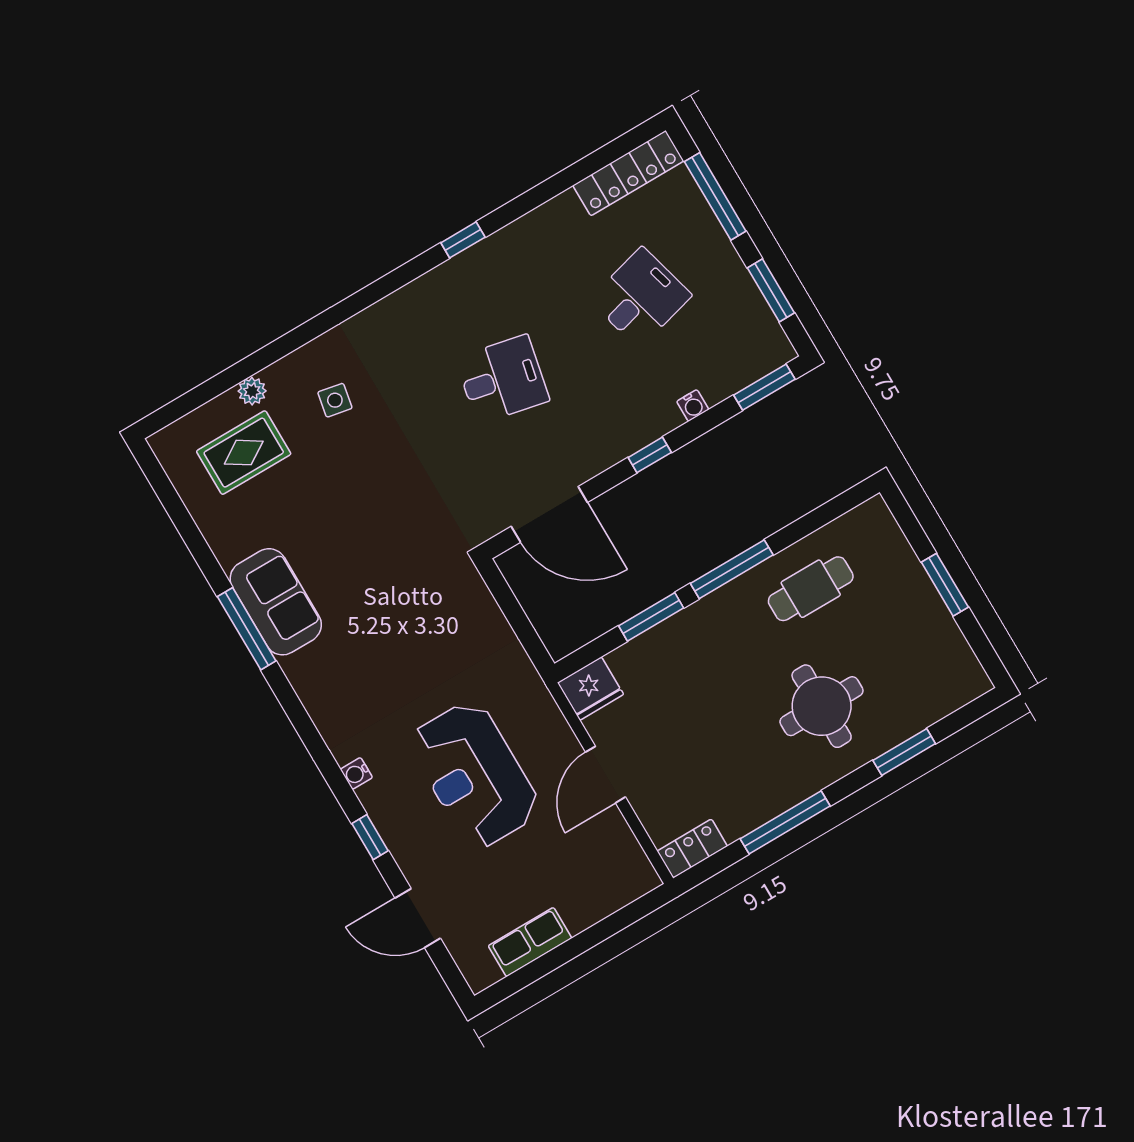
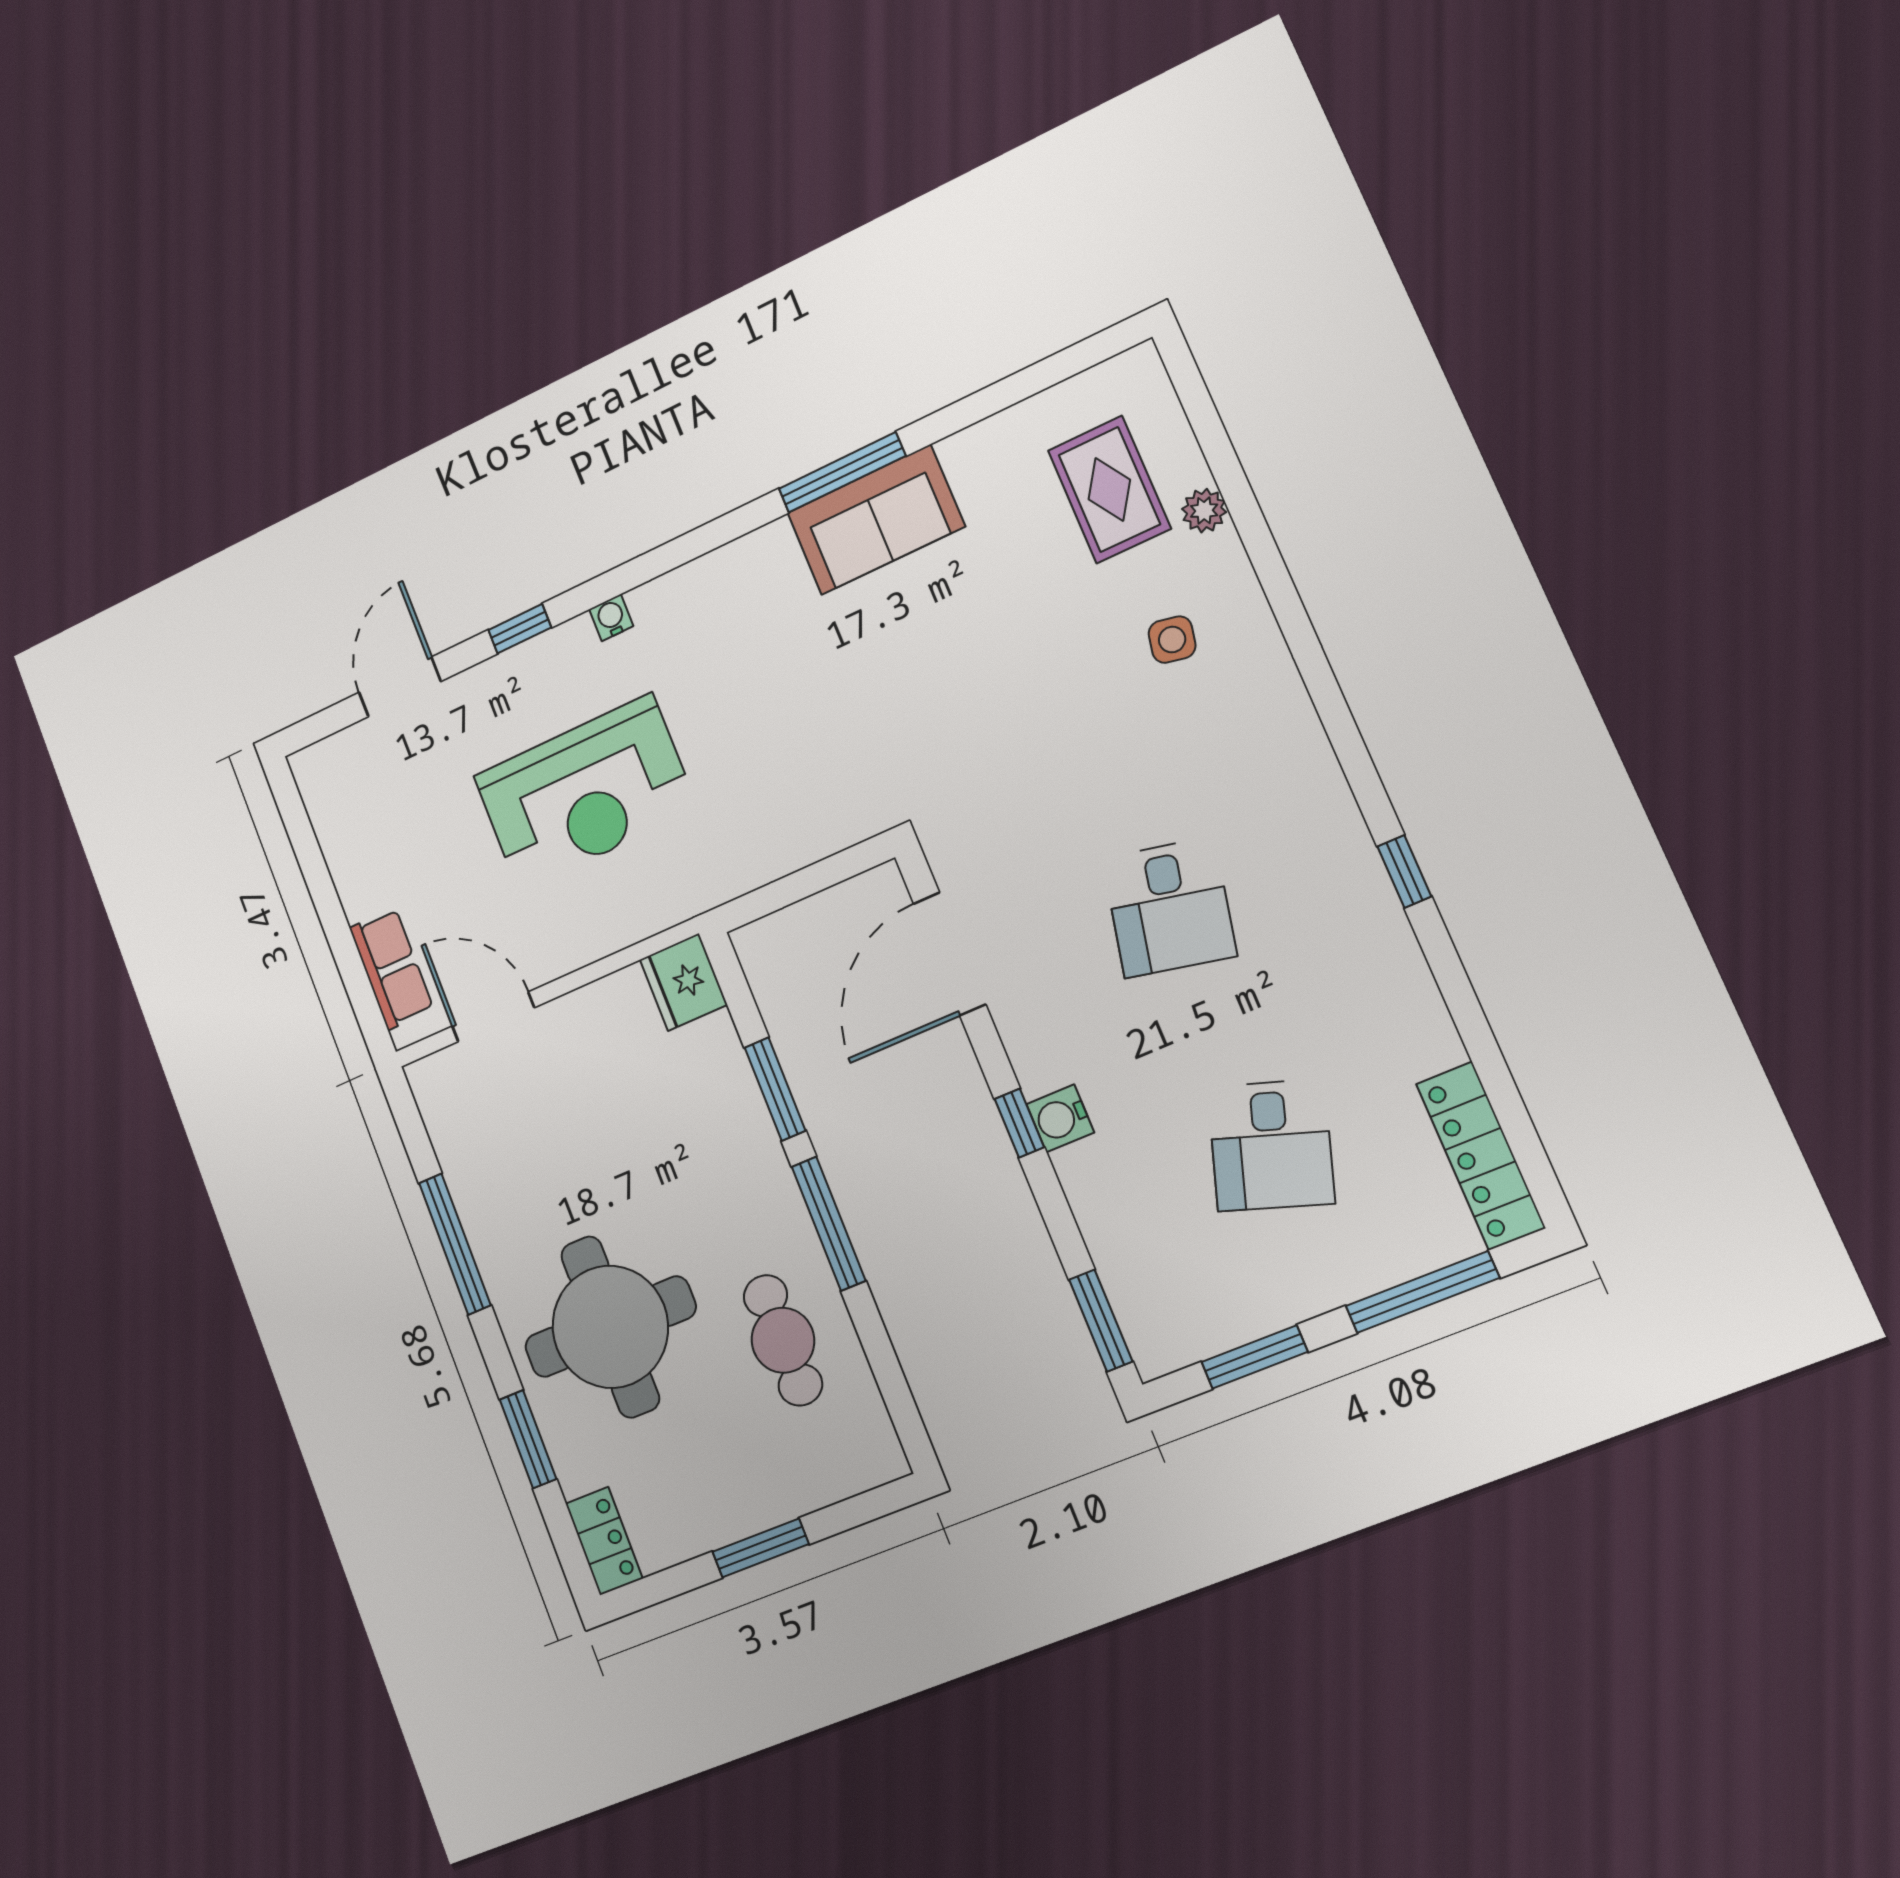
desk: (640, 298) -> (1271, 1145), turned 33
water cooler: (693, 405) -> (1060, 1118), moved, width x1.38, depth x1.38
round table: (822, 706) -> (610, 1327), width x1.36, depth x1.36
reception desk: (474, 775) -> (585, 793), turned 180
door: (606, 775) -> (493, 1017), moved
locker: (692, 849) -> (604, 1541), moved
row of seats: (530, 942) -> (391, 969), moved

